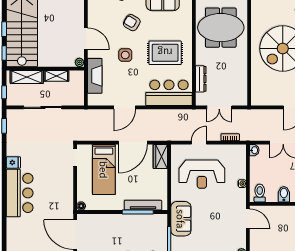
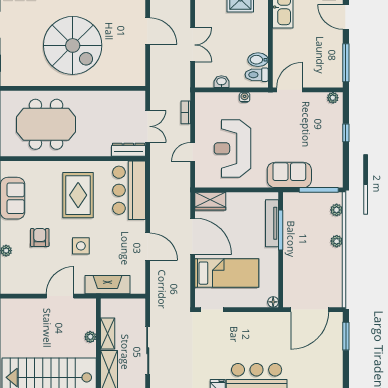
armchair: (132, 23) -> (40, 238), turned 149
meeting table: (221, 28) -> (46, 124), turned 90
plant: (79, 62) -> (90, 337), moved
dresser: (201, 79) -> (129, 150), moved
door: (199, 143) -> (193, 152), hinge flipped
washbasin: (254, 150) -> (221, 82), moved
reception desk: (202, 174) -> (232, 148), turned 180
bidet: (284, 194) -> (258, 60), moved

